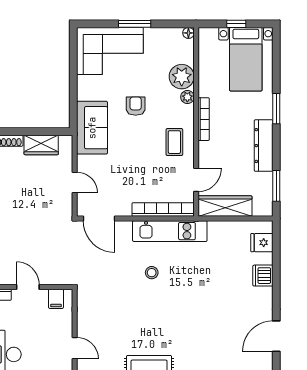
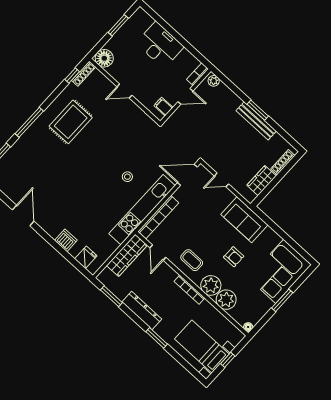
plant: (187, 97) -> (211, 285), width x1.87, depth x1.87
kitchen unit: (170, 231) -> (142, 210), width x1.36

